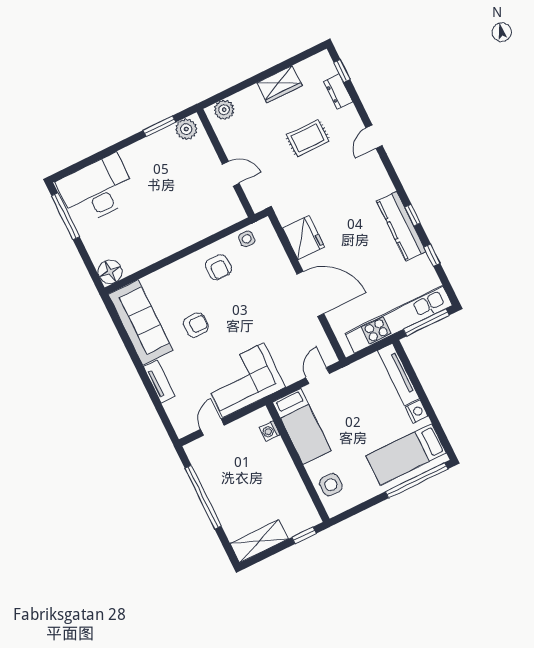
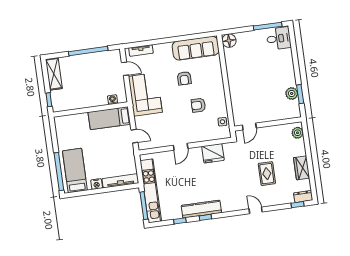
dresser: (338, 92) -> (303, 196), moved
plant: (186, 129) -> (292, 93), moved
door: (231, 174) -> (249, 126), moved
desk: (97, 190) -> (279, 38), width x0.53, depth x0.77
armchair: (218, 267) -> (198, 105), moved
door: (310, 294) -> (181, 147), width x0.53
tv unit: (159, 382) -> (141, 50), moved
side table: (331, 485) -> (72, 124), removed

